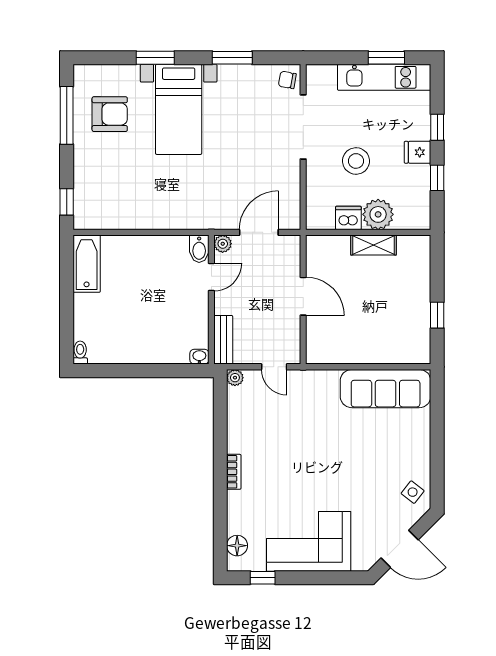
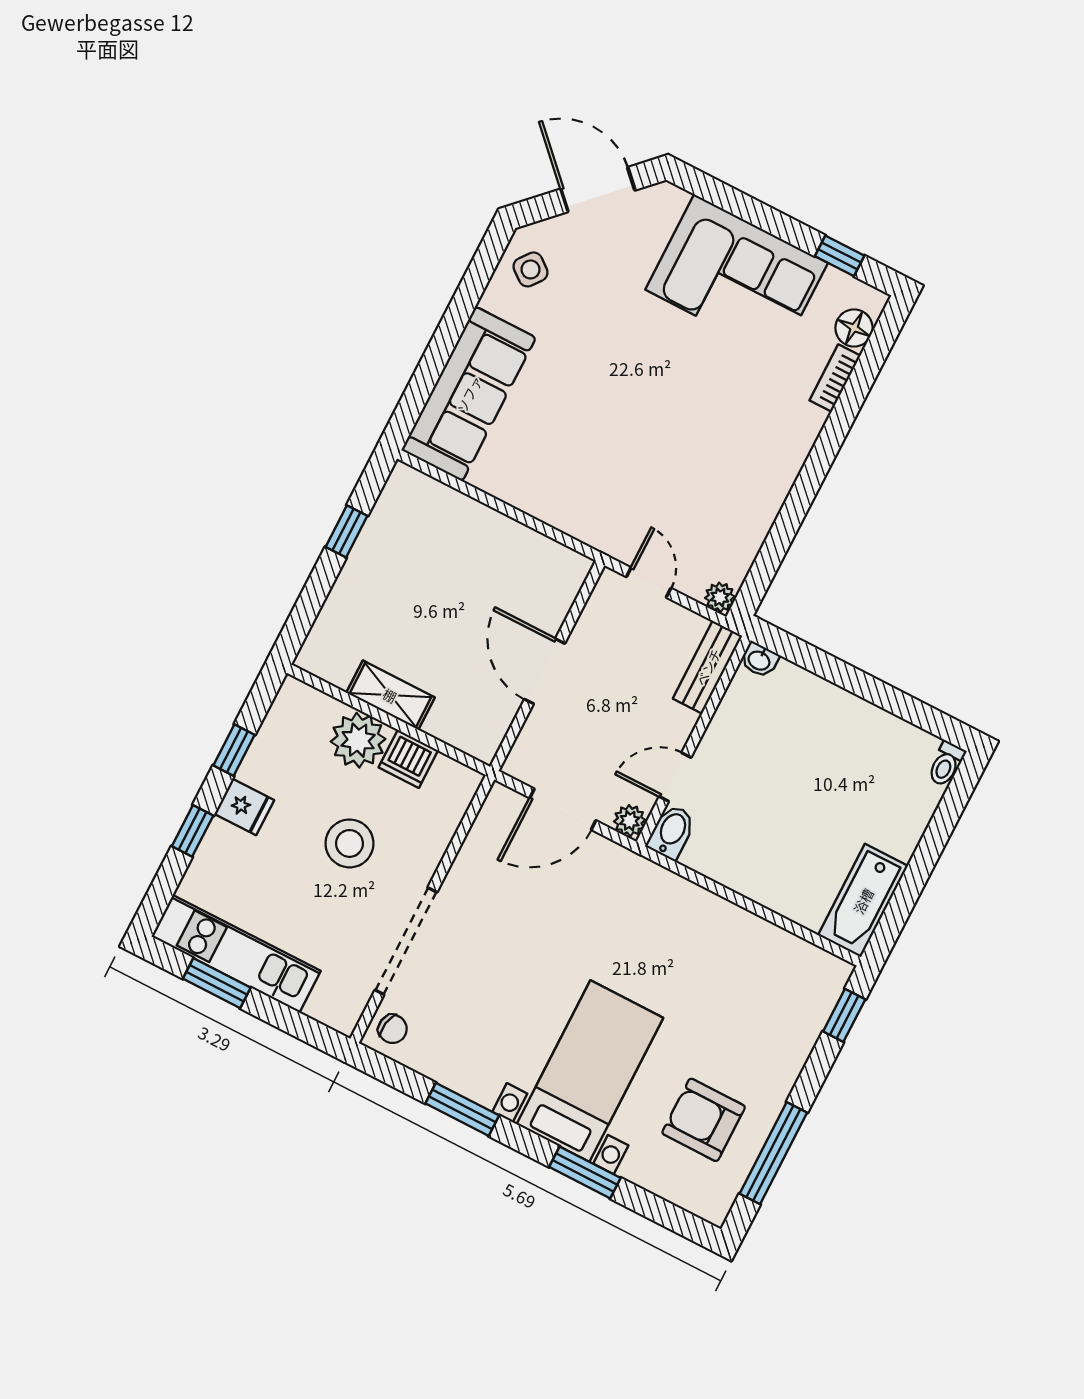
sofa: (386, 389) -> (469, 394), moved, turned 90
bookcase: (234, 472) -> (835, 378), moved

